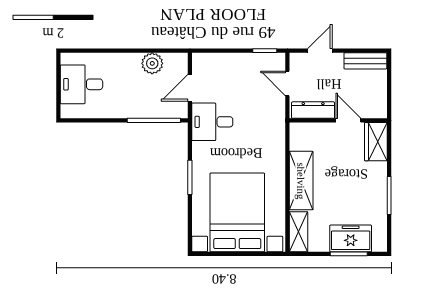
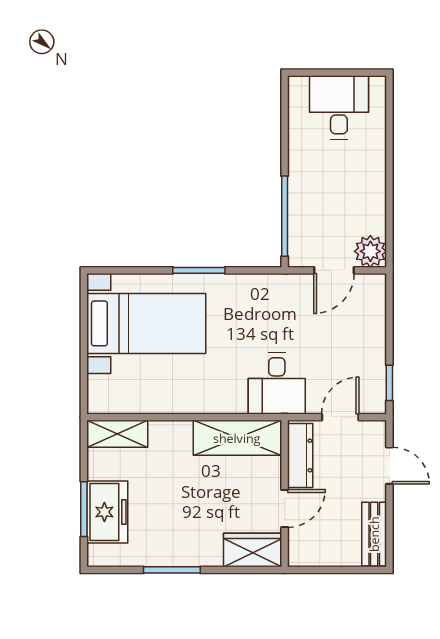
plant: (152, 63) -> (370, 251), moved
door: (190, 88) -> (334, 270), swing flipped
desk: (212, 122) -> (277, 383), moved, turned 180
shelving: (301, 181) -> (237, 438), moved
bed with nightstands: (237, 212) -> (146, 323), width x0.73

